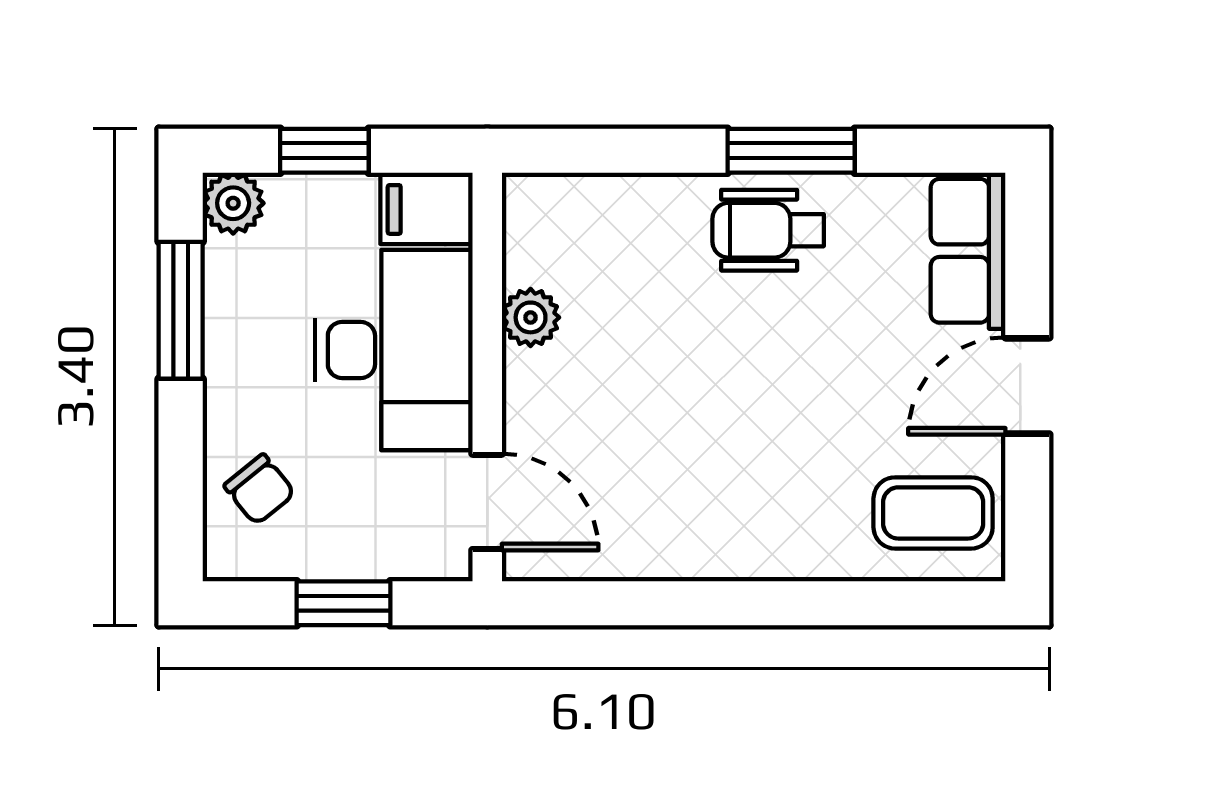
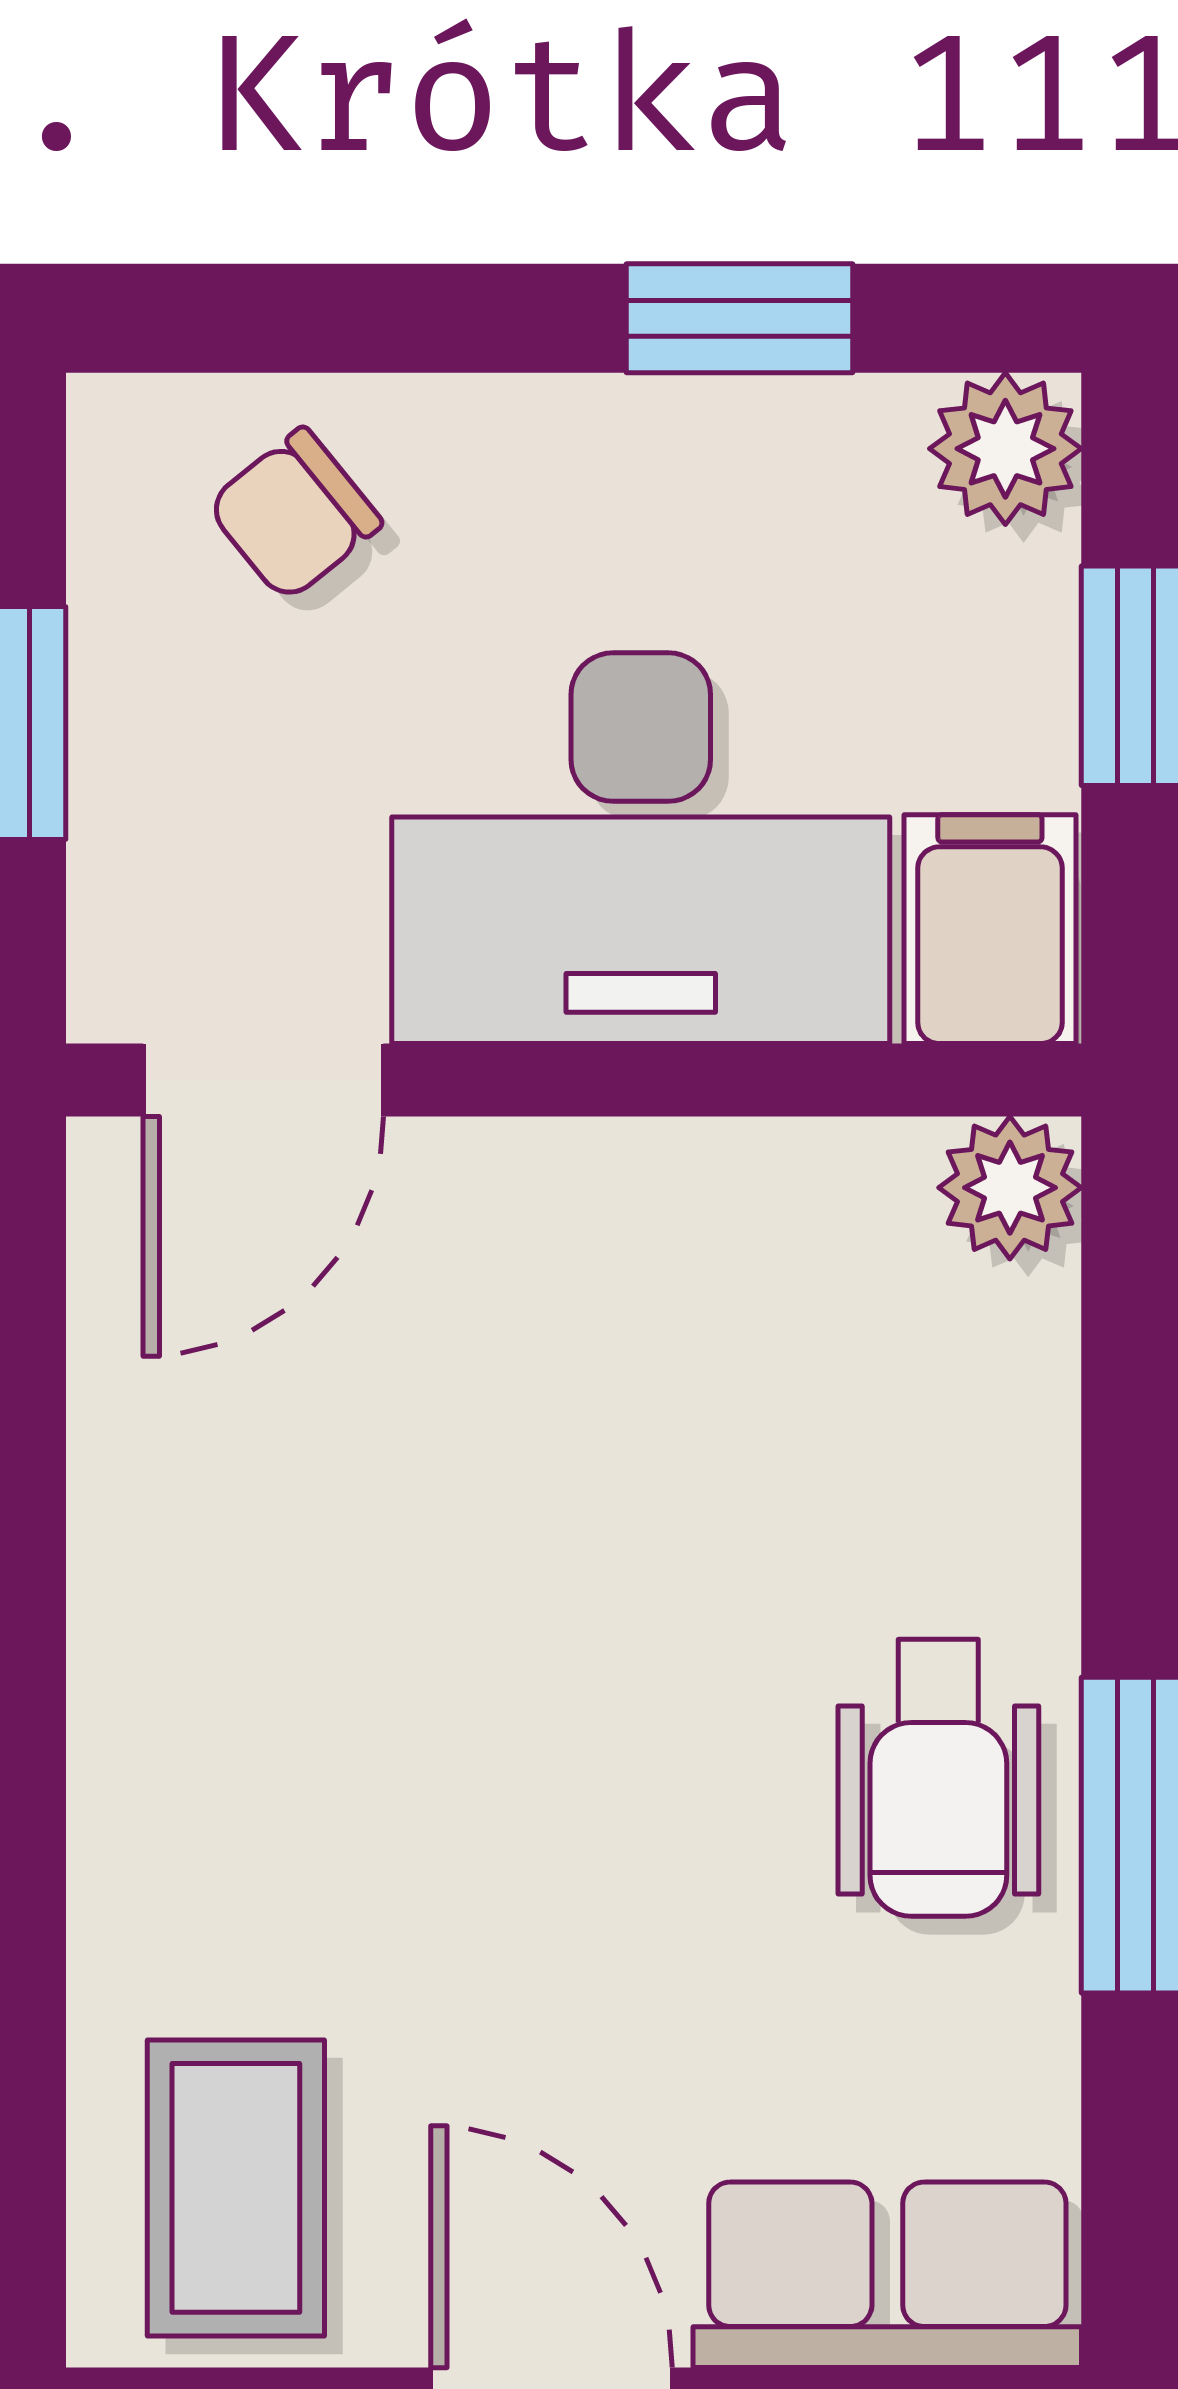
wheelchair: (768, 230) -> (938, 1778), turned 180
window: (181, 310) -> (739, 318), width x0.67
plant: (531, 317) -> (1010, 1188), moved

